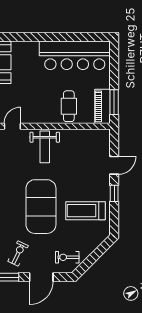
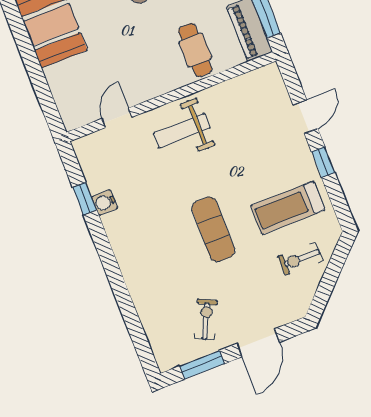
weight bench: (45, 147) -> (182, 131), turned 90
exercise mat: (41, 207) -> (213, 229), width x0.50, depth x0.69
exercise bike: (67, 257) -> (300, 259), moved

